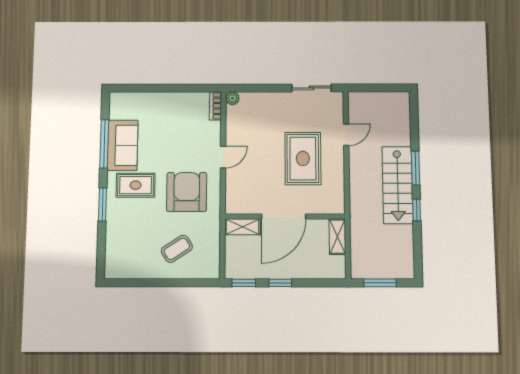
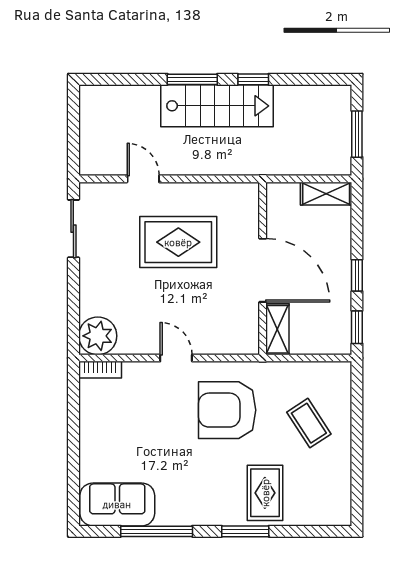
plant: (232, 98) -> (98, 336), width x1.88, depth x1.88
sofa: (123, 145) -> (117, 504), moved
rug: (136, 185) -> (265, 493), moved
shelving: (337, 237) -> (326, 194), moved

